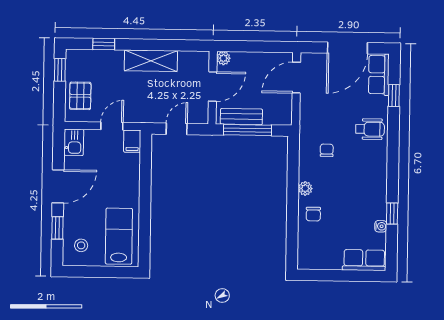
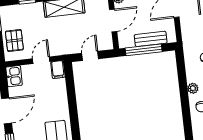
bench: (241, 117) -> (151, 39), moved

